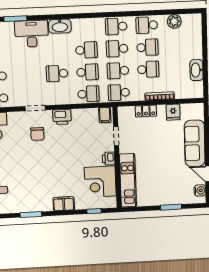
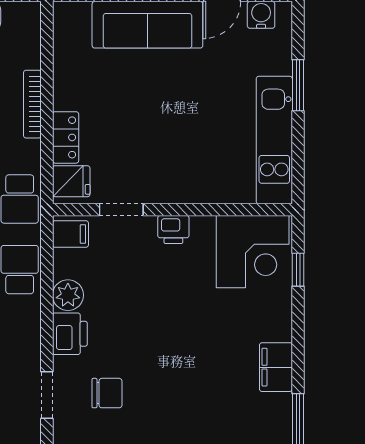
fridge: (173, 112) -> (71, 181), moved
plant: (79, 115) -> (68, 295), added
kitchen unit: (128, 180) -> (274, 140), moved, turned -90
corner desk: (100, 182) -> (253, 252), moved
filing cabinet: (64, 204) -> (276, 367), moved

